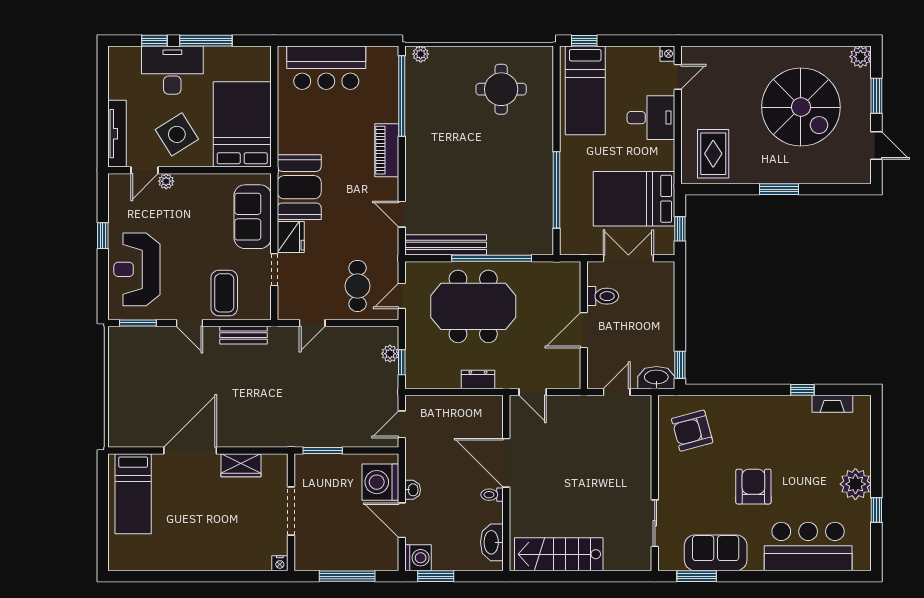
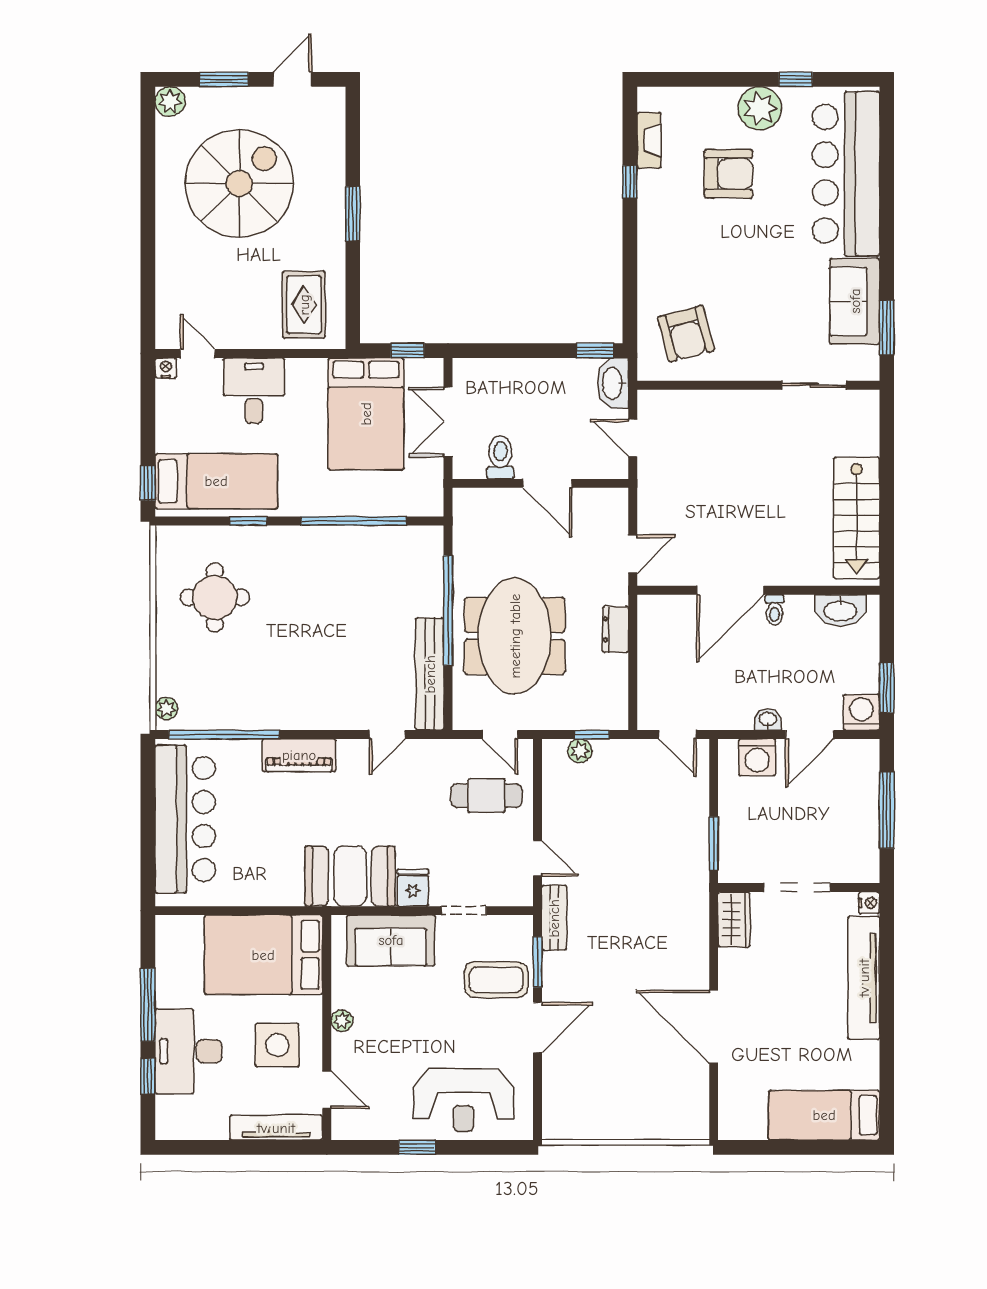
bar counter: (326, 68) -> (185, 819), width x1.36
window: (557, 114) -> (248, 521), added
side table: (177, 134) -> (277, 1045), turned 32
rug: (713, 154) -> (304, 305), turned 90
plant: (166, 181) -> (342, 1021), moved
fridge: (291, 237) -> (413, 888), width x0.72
window: (138, 323) -> (538, 962), moved
door: (189, 323) -> (538, 1028), width x1.38
bench: (243, 335) -> (554, 918), moved
wardrobe: (241, 465) -> (734, 919), moved
washing machine: (380, 482) -> (757, 757), width x0.73, depth x0.73
armchair: (753, 487) -> (728, 174), moved, turned 180
bed: (133, 494) -> (824, 1115), moved, turned 180
bar counter: (808, 547) -> (846, 174), width x1.36
tv unit: (225, 559) -> (864, 978), added

